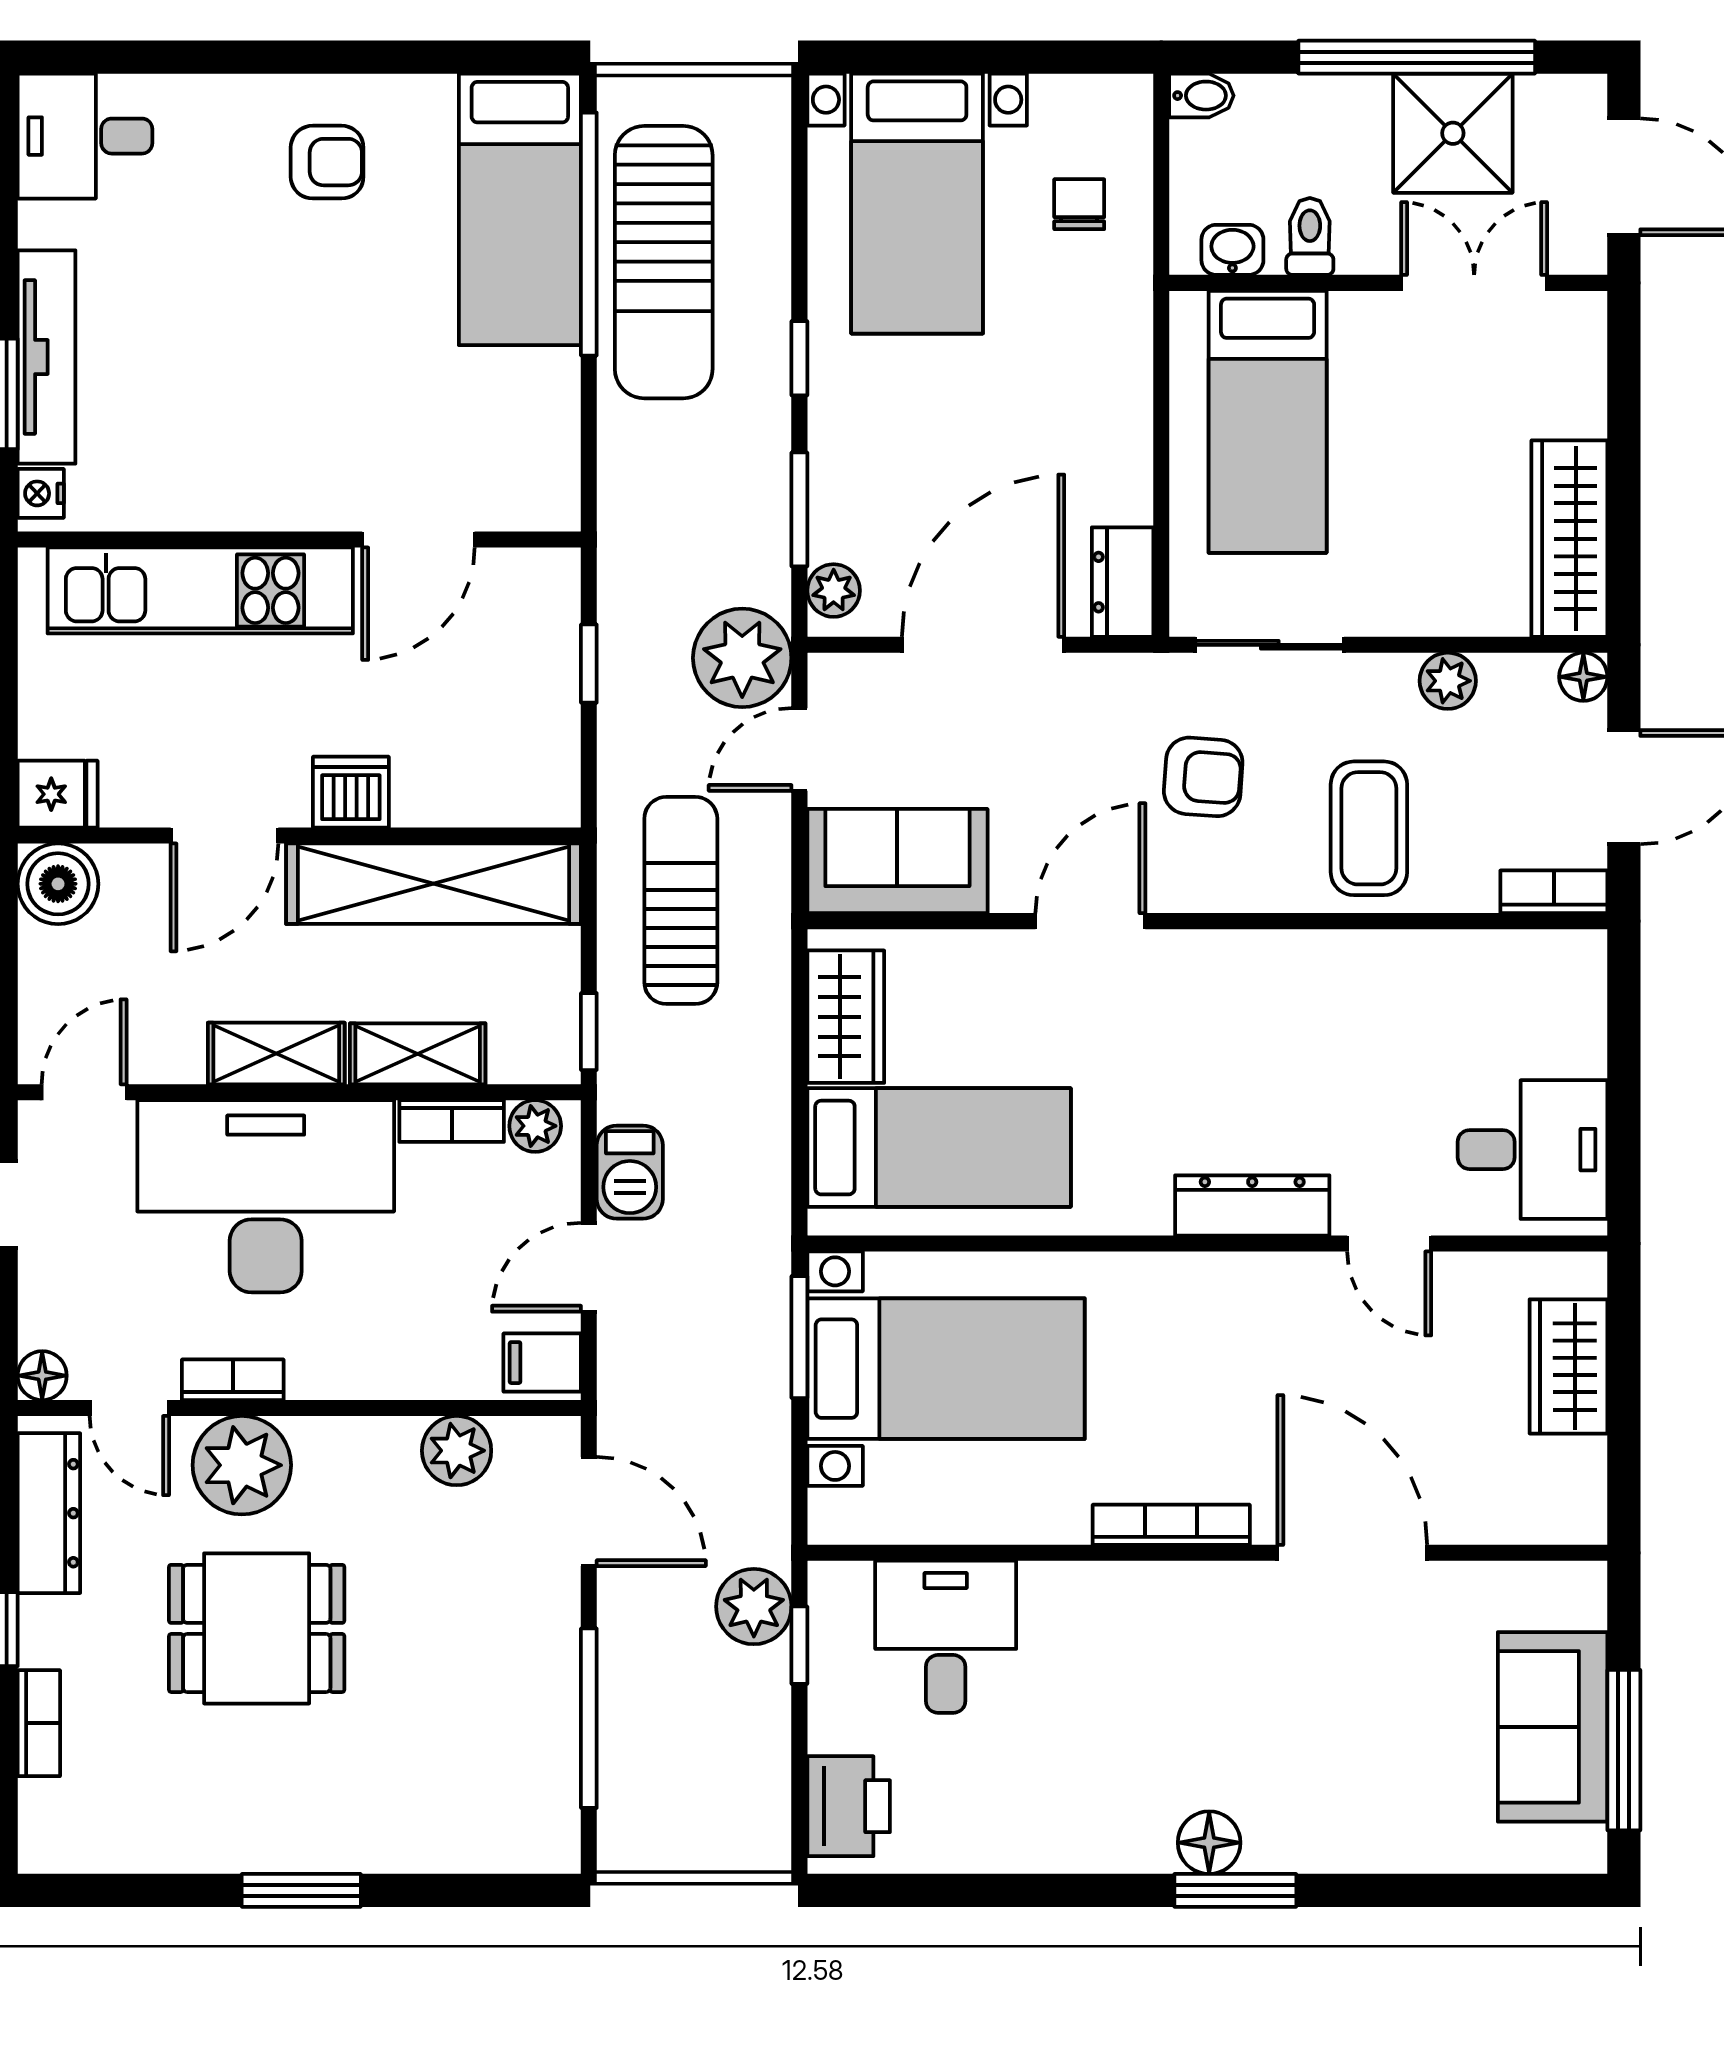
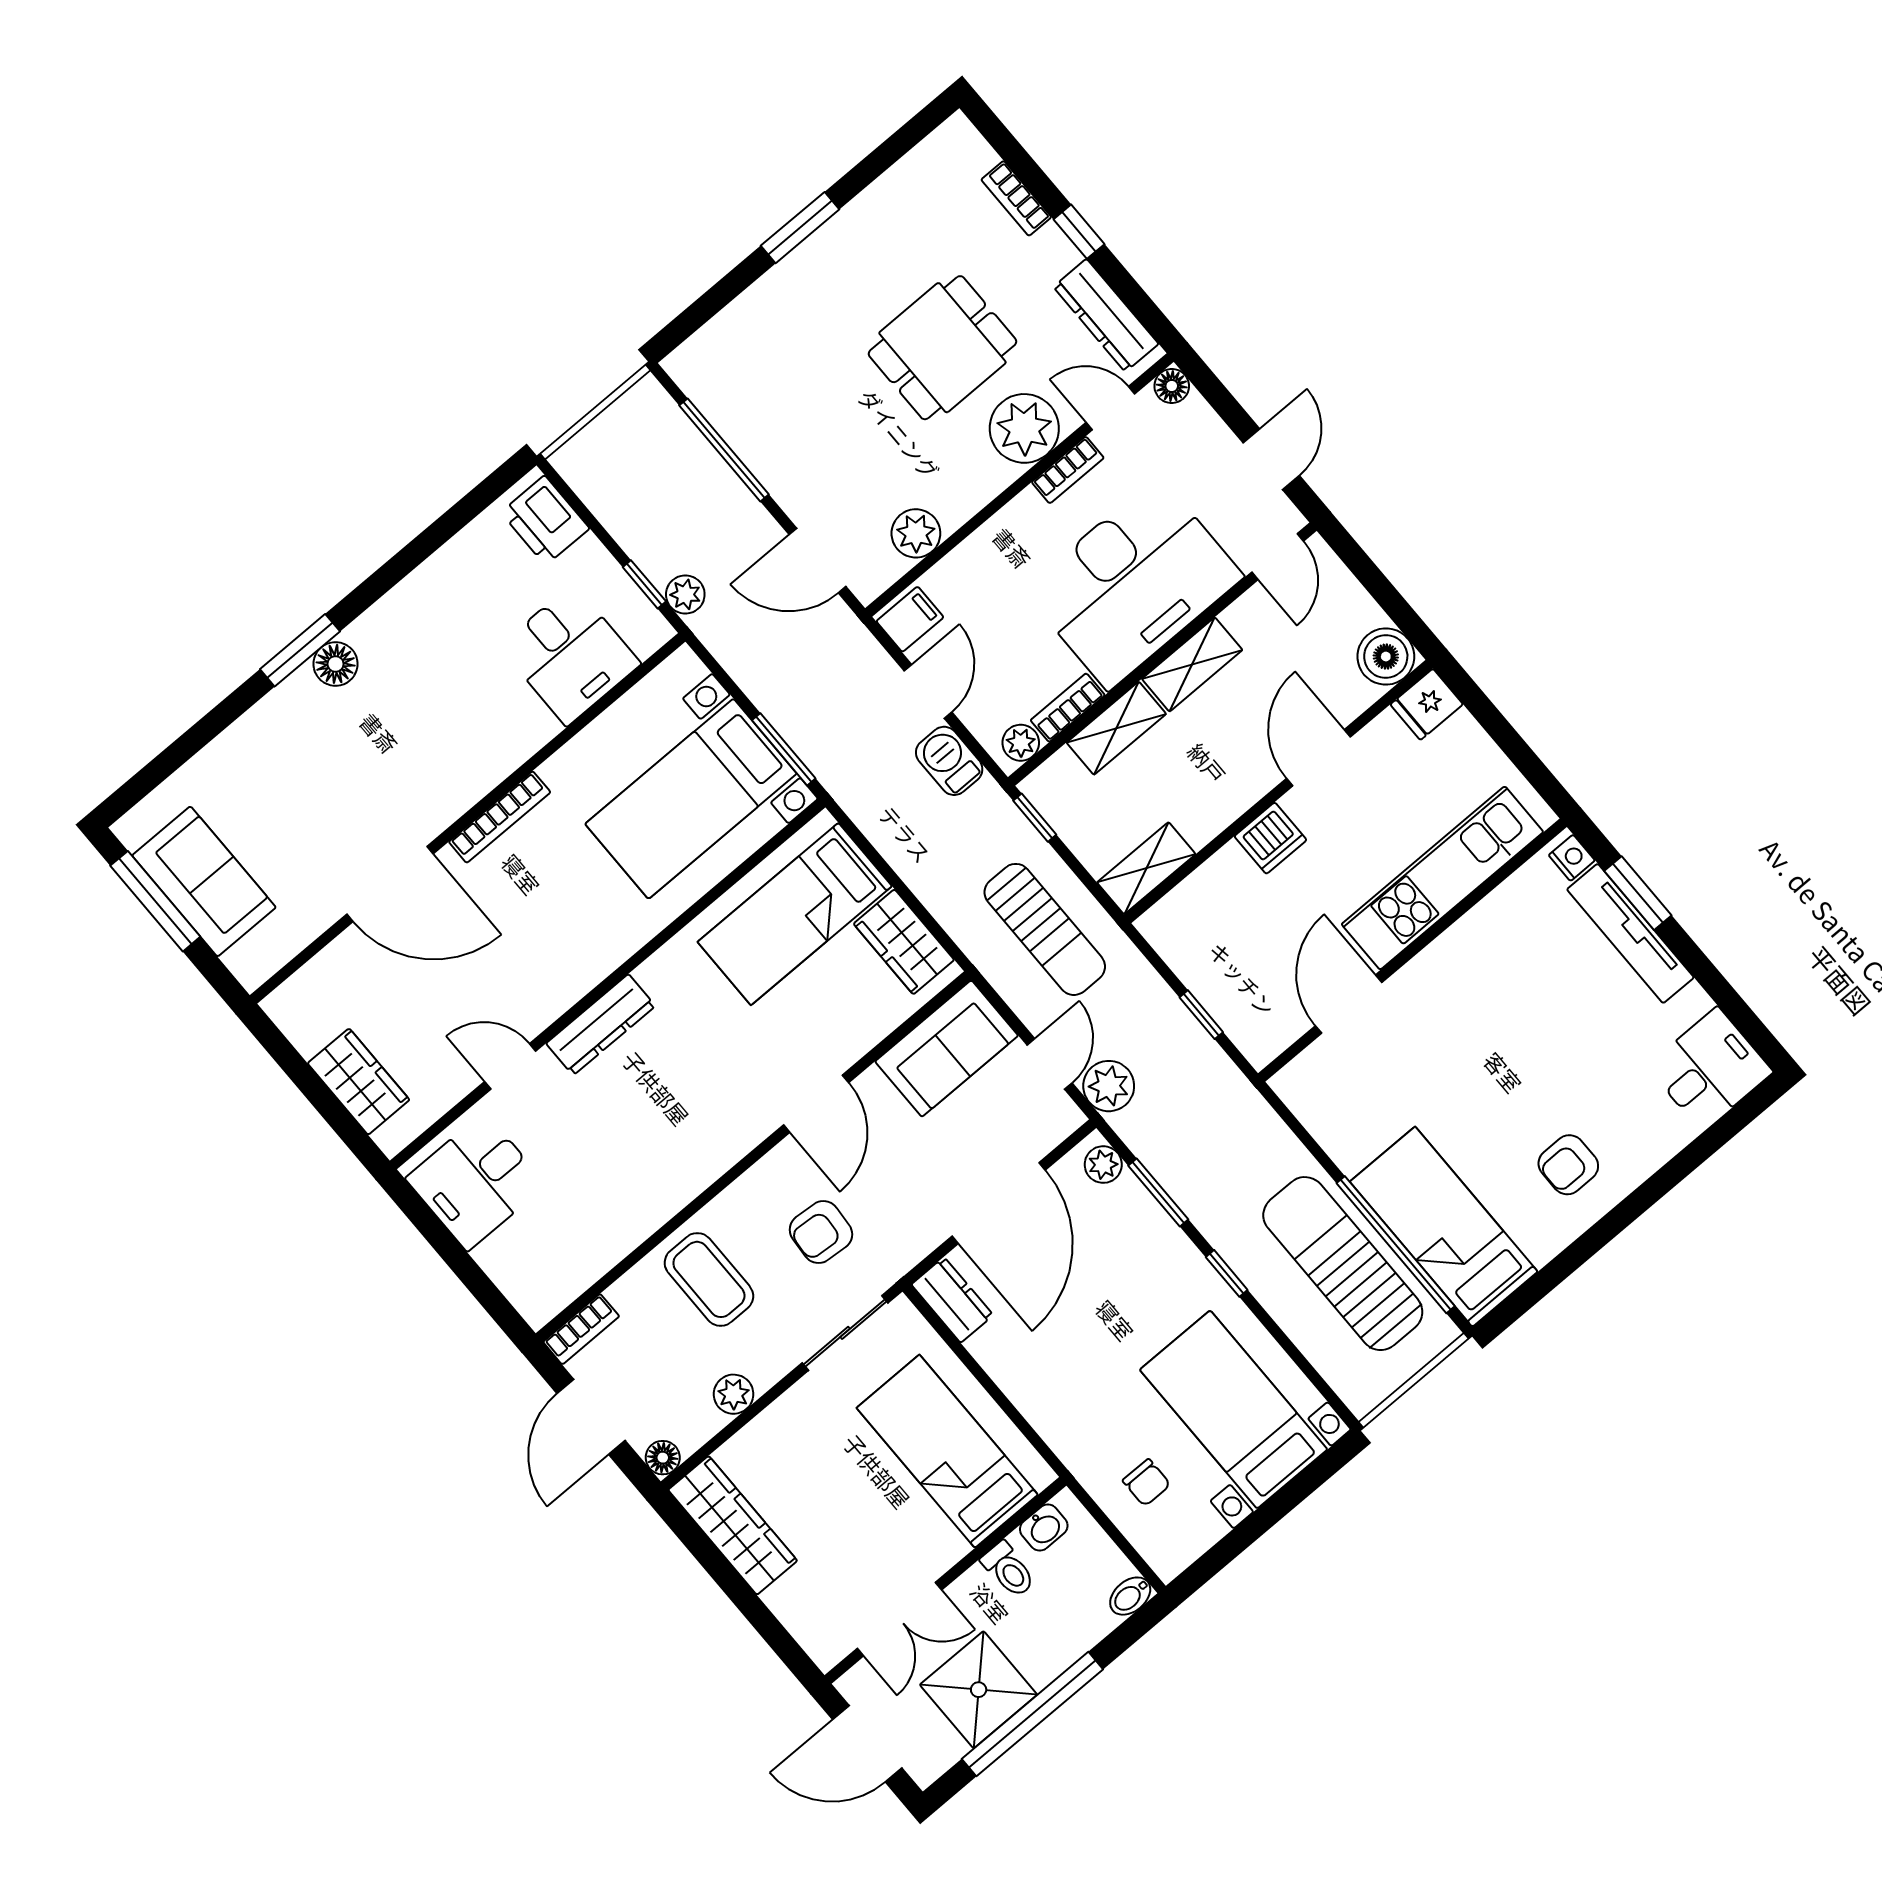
plant: (742, 658) -> (1109, 1086), width x0.73, depth x0.73
shelving: (433, 884) -> (1146, 868), width x0.45, depth x0.75
plant: (754, 1607) -> (685, 595), width x0.73, depth x0.73

